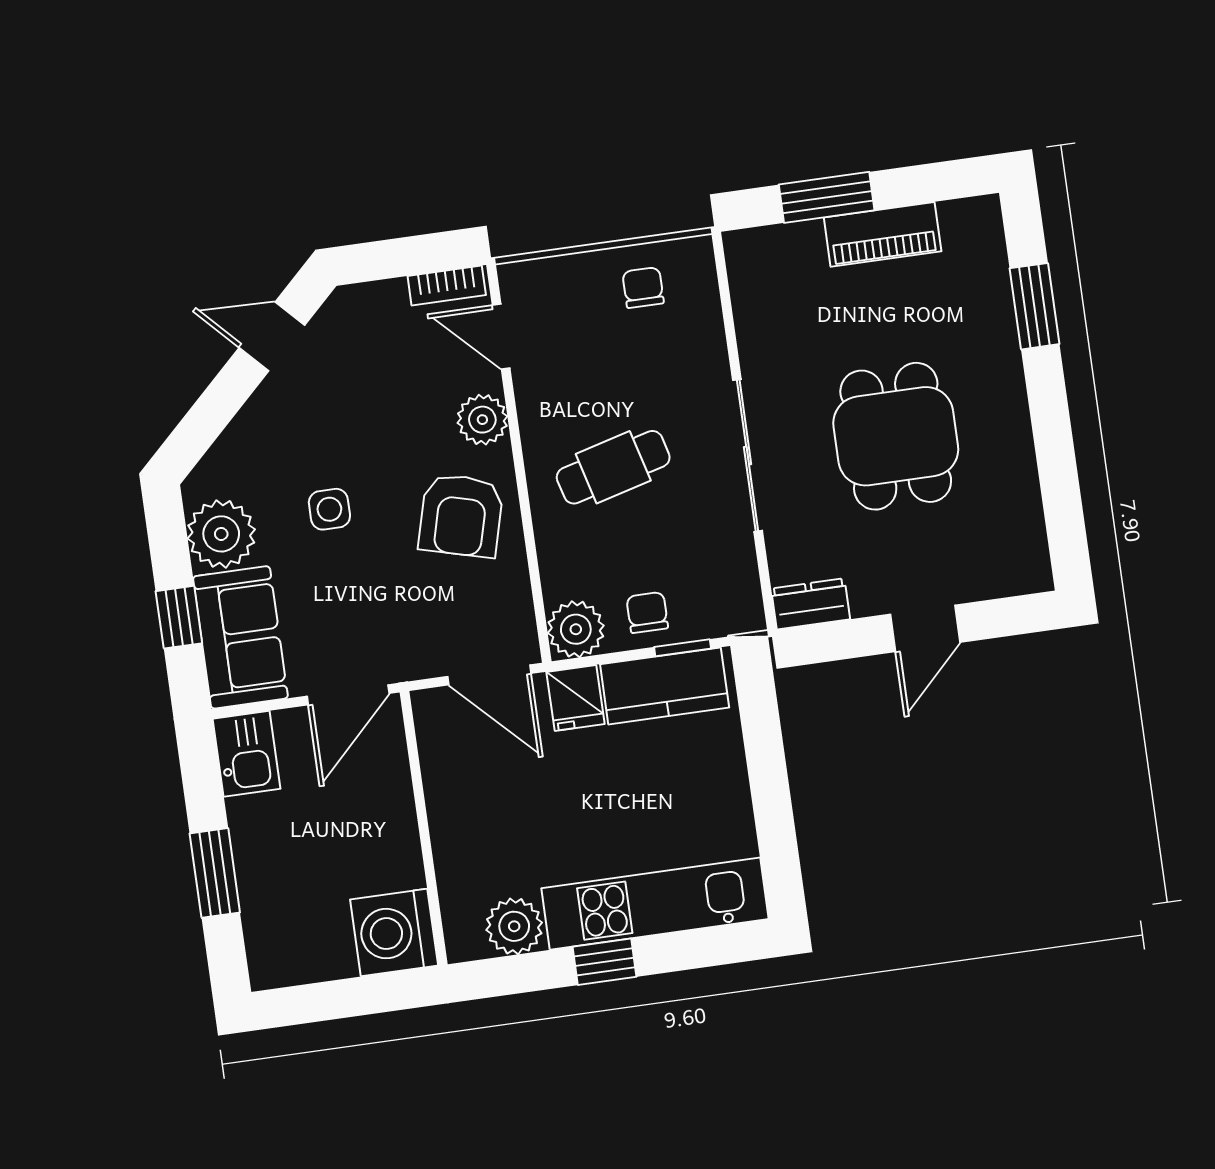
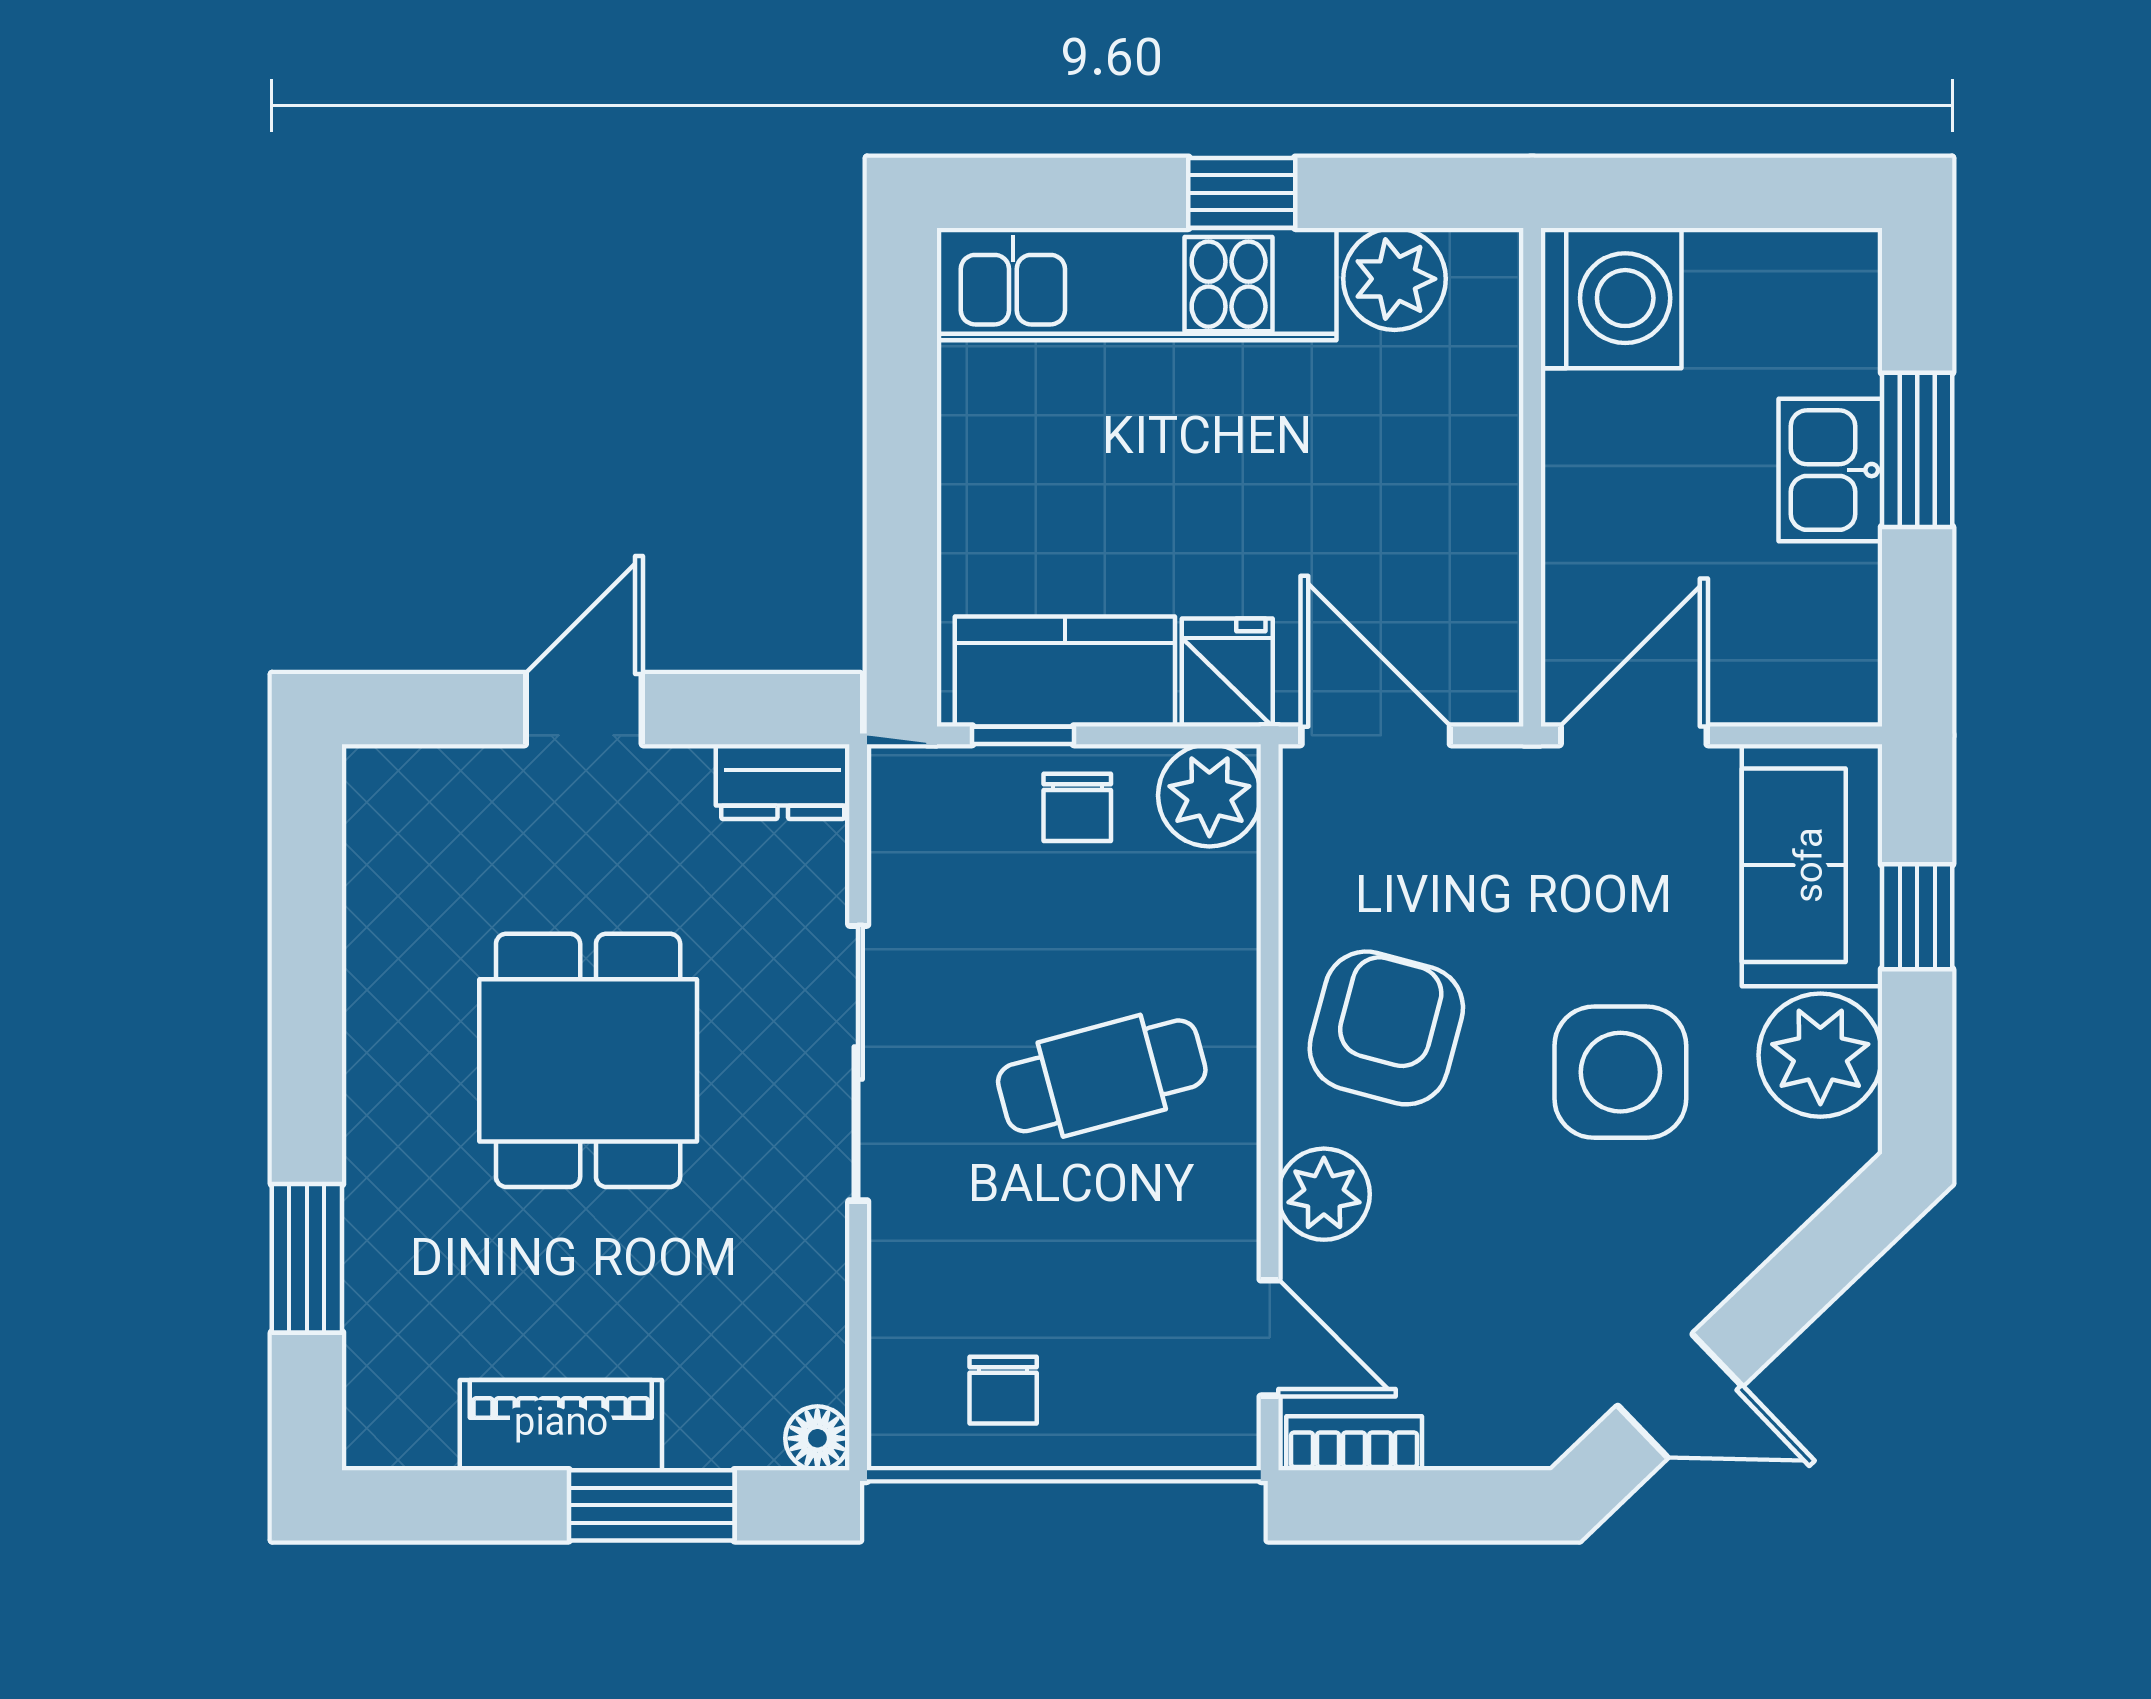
floor lamp: (741, 247) -> (817, 1438), added
side table: (329, 509) -> (1620, 1072), width x1.87, depth x1.87
kitchen sink: (247, 754) -> (1830, 470), moved

